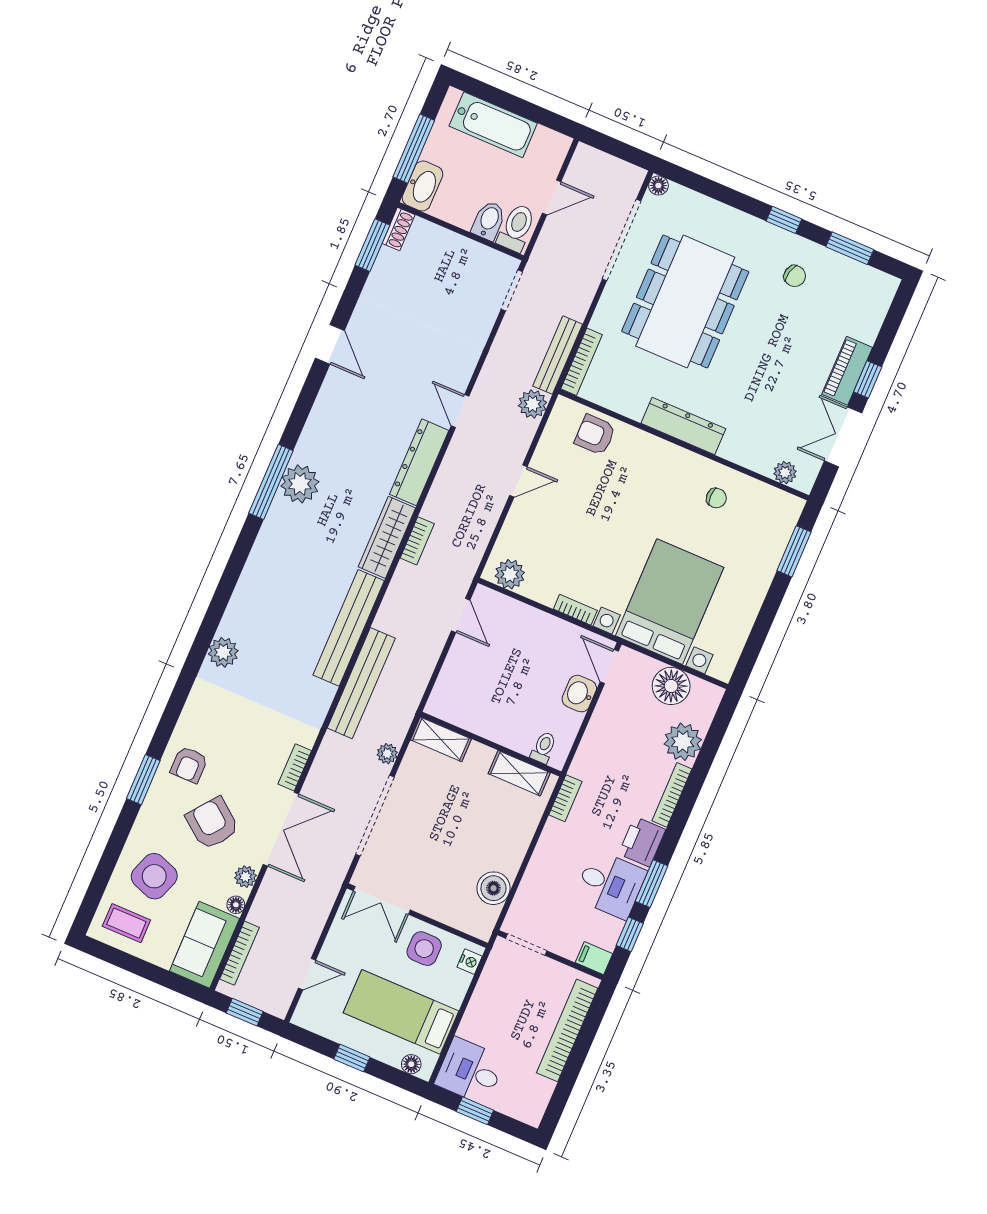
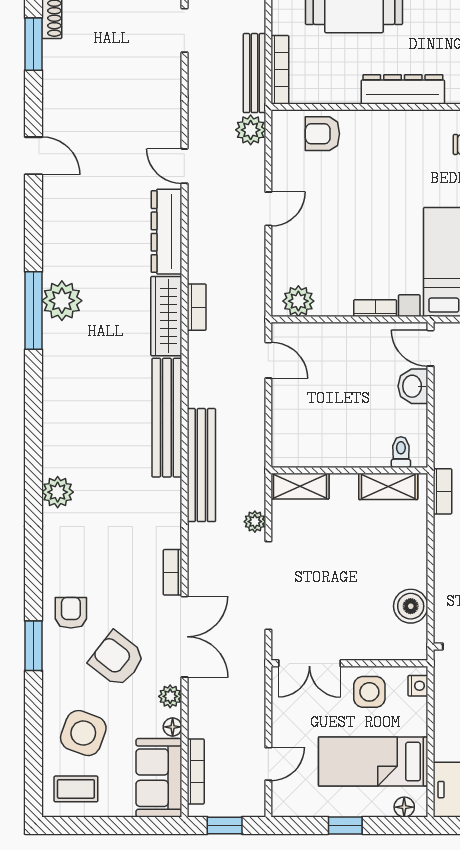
armchair: (189, 765) -> (71, 613), turned 180

